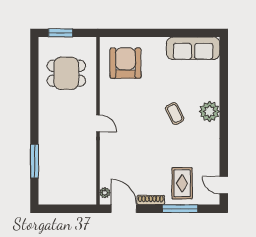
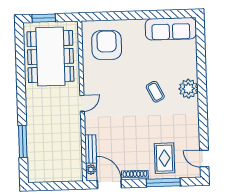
dining table: (66, 73) -> (50, 57), width x1.87, depth x1.24
door: (98, 123) -> (82, 103), hinge flipped
bench: (105, 171) -> (91, 149), added

